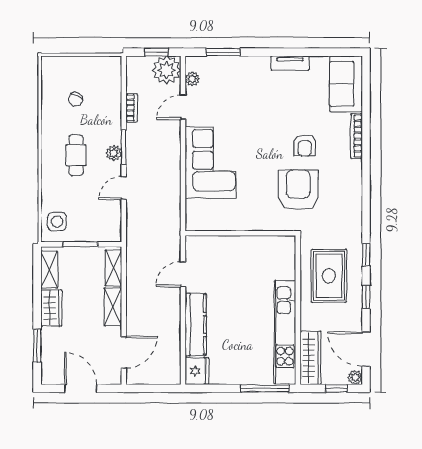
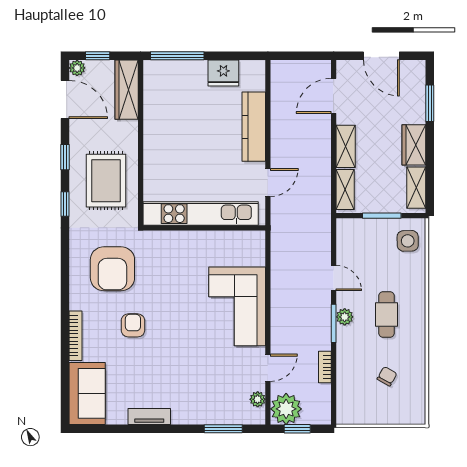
door: (124, 188) -> (334, 278), hinge flipped
armchair: (298, 190) -> (112, 269), moved
kitchen unit: (285, 332) -> (201, 214), moved, turned -90
fridge: (197, 371) -> (223, 73), moved, turned -90

